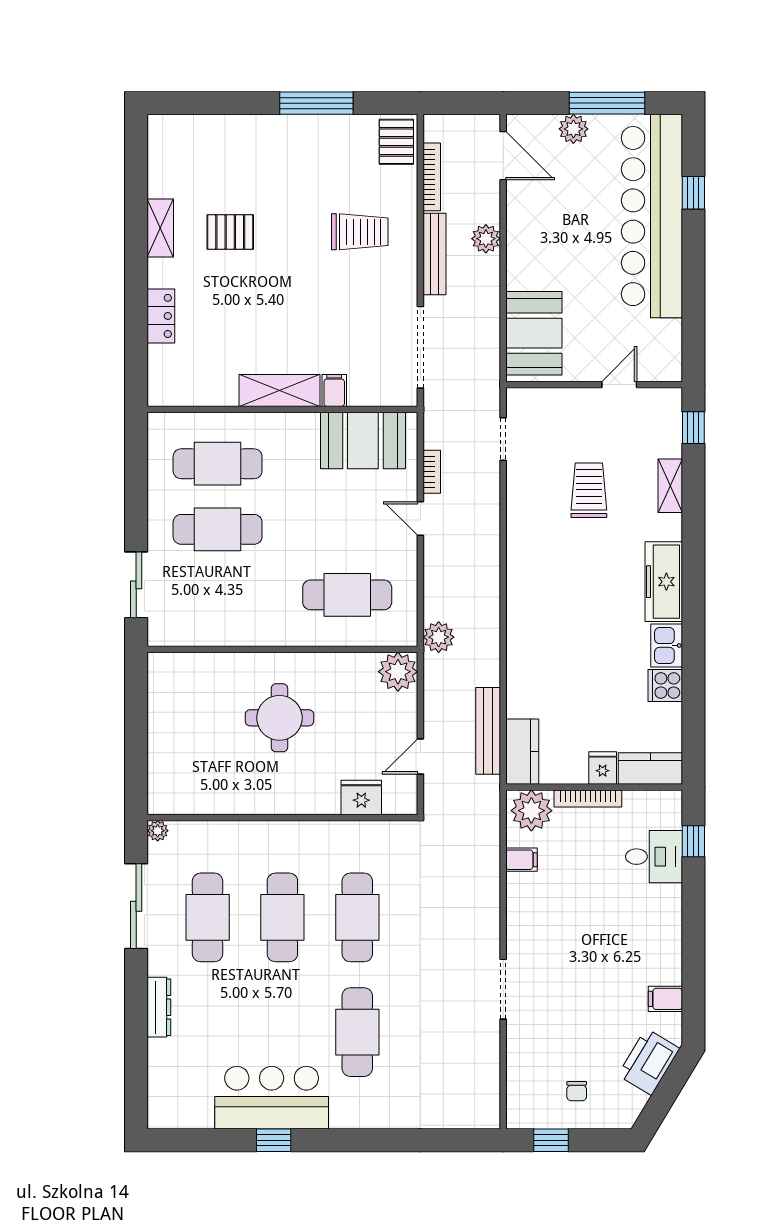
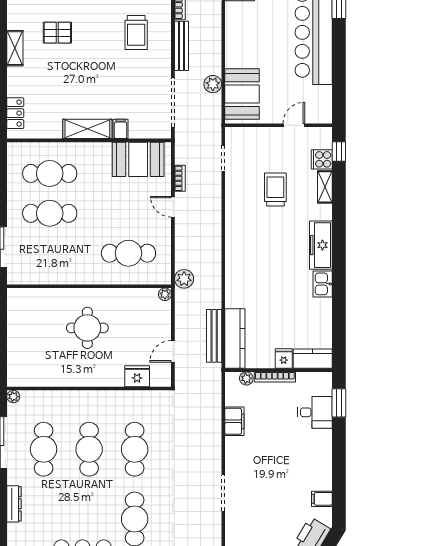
shelving: (160, 228) -> (15, 48), moved
trolley: (360, 232) -> (136, 32), turned 90
plant: (486, 239) -> (213, 84), moved
locker: (161, 316) -> (15, 113), moved
plant: (398, 672) -> (165, 294), width x0.53, depth x0.53
cooker: (665, 685) -> (322, 159), moved
kitchen counter: (522, 752) -> (235, 339), width x1.50
plant: (531, 811) -> (246, 378), width x0.53, depth x0.53
window: (693, 841) -> (339, 403), width x1.50
filing cabinet: (521, 860) -> (234, 421), width x2.00

